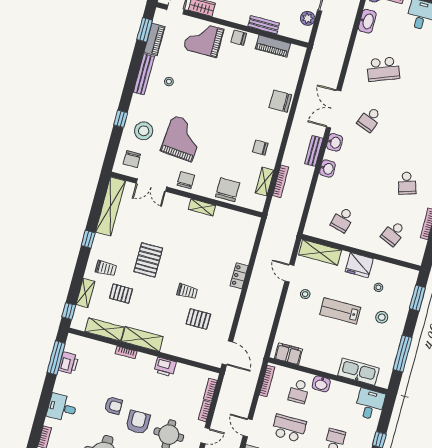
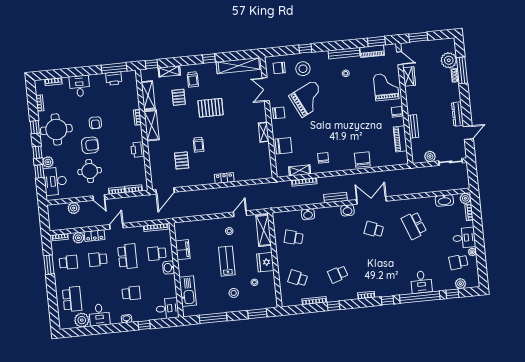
grand piano: (182, 139) -> (308, 99), turned -31
washbasin: (327, 169) -> (308, 214), moved
filing cabinet: (288, 354) -> (183, 250), moved

